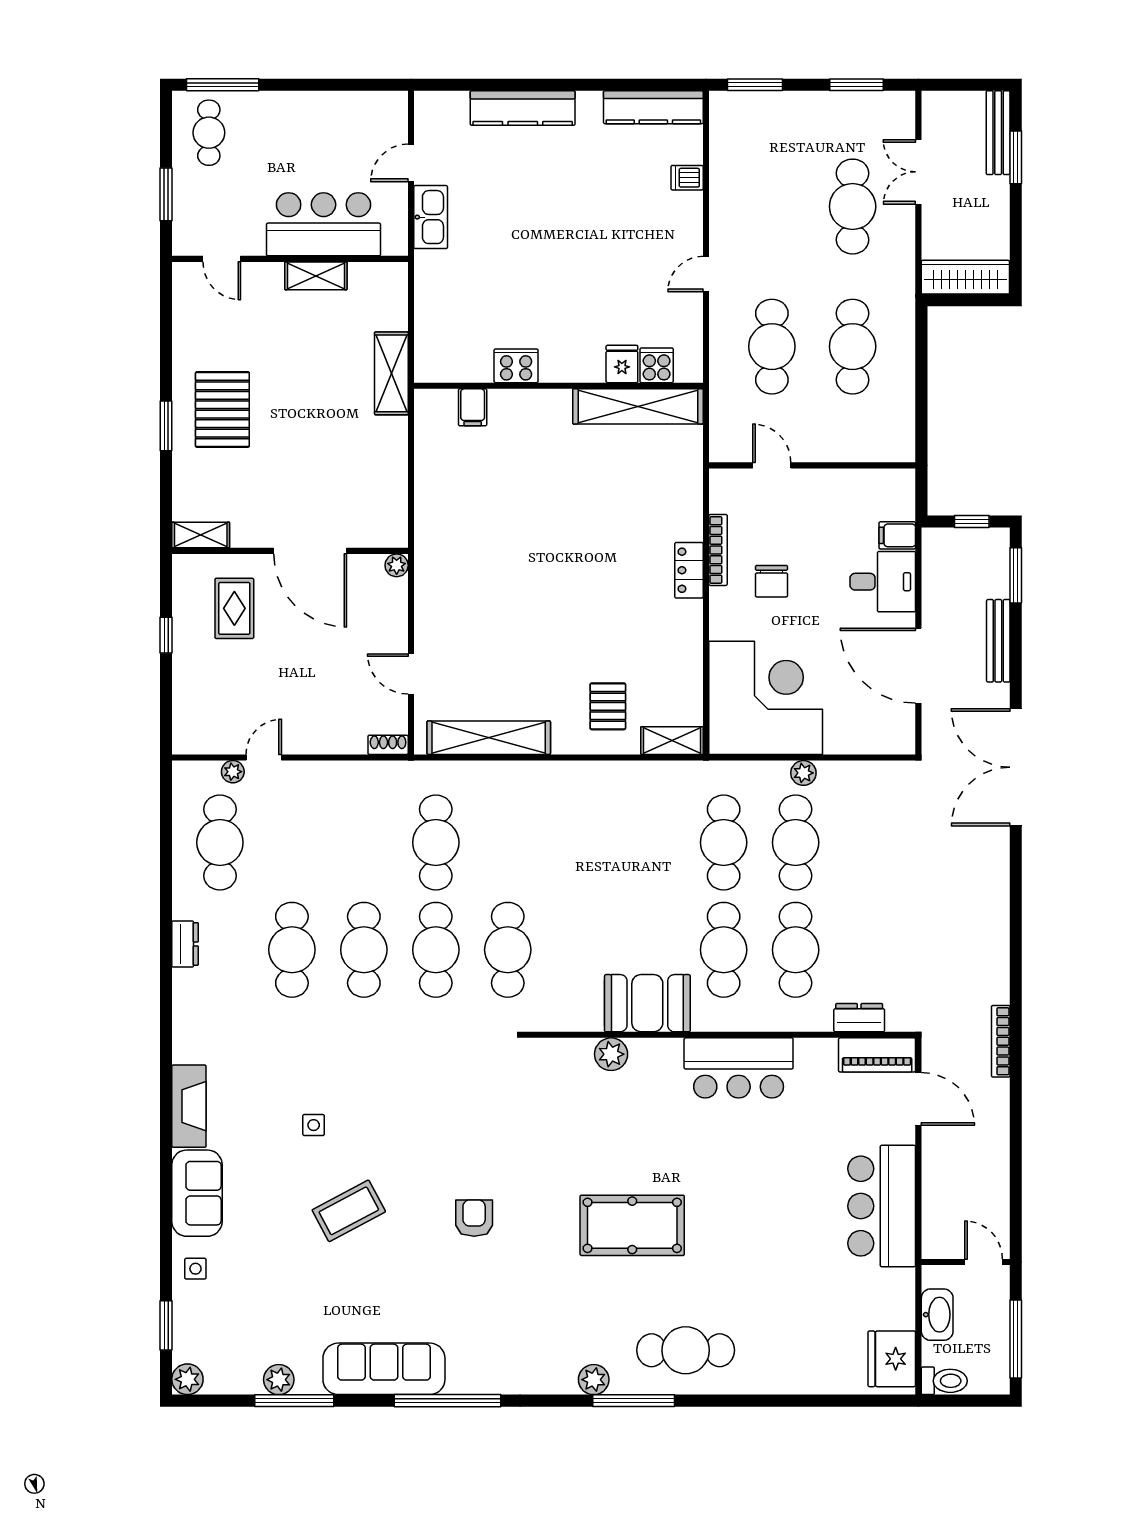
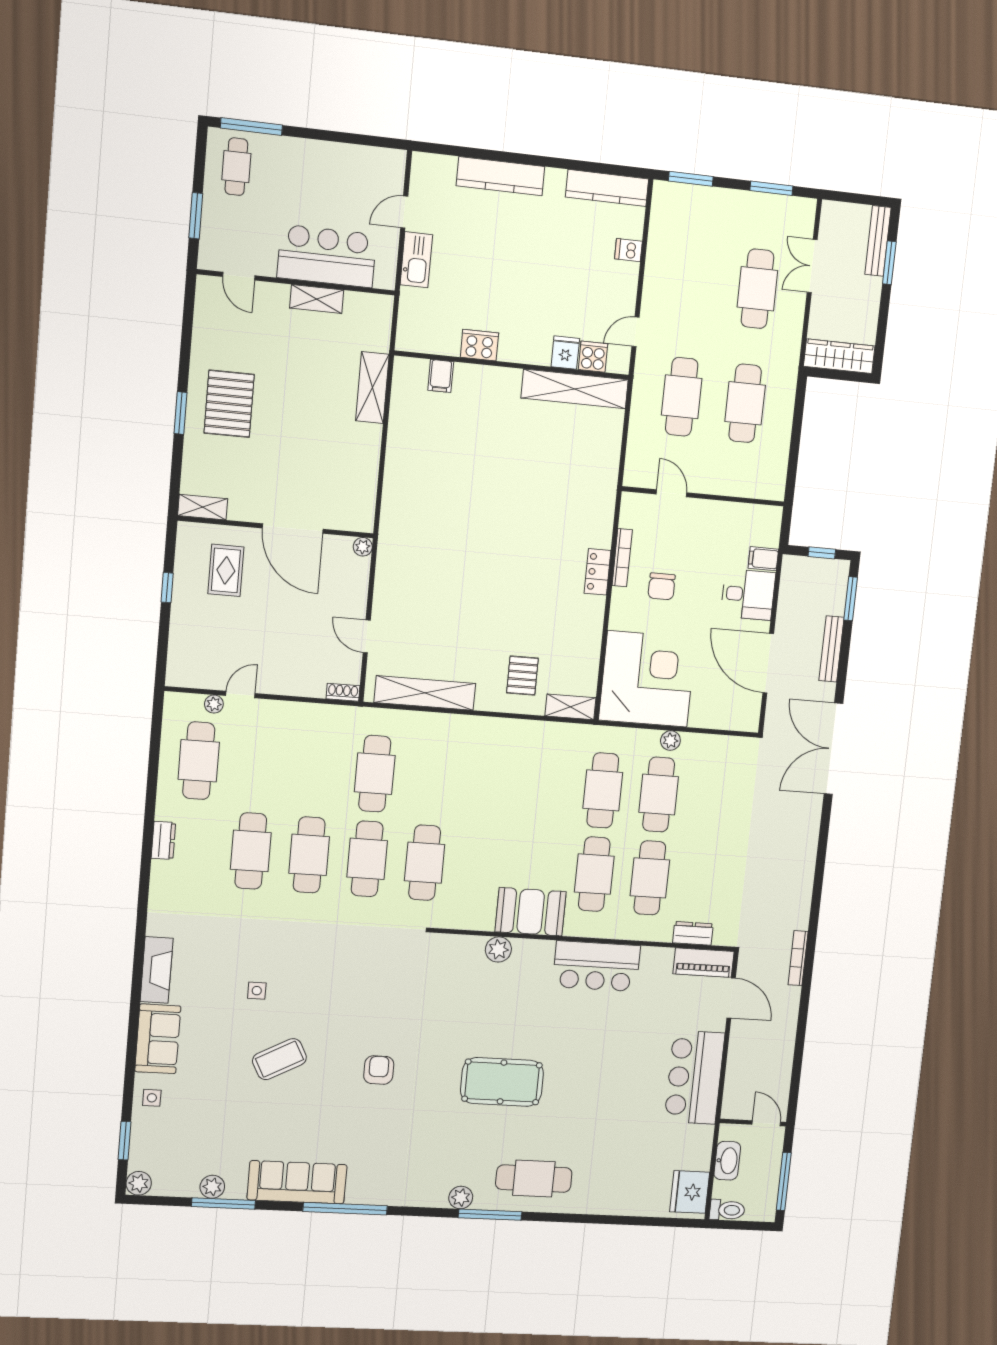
fridge: (622, 364) -> (565, 353), moved
cooker: (657, 365) -> (593, 357), moved
cooker: (516, 366) -> (479, 345), moved
wall: (558, 386) -> (512, 365), moved
shelving: (638, 406) -> (575, 389), moved
filing cabinet: (473, 407) -> (441, 376), moved

